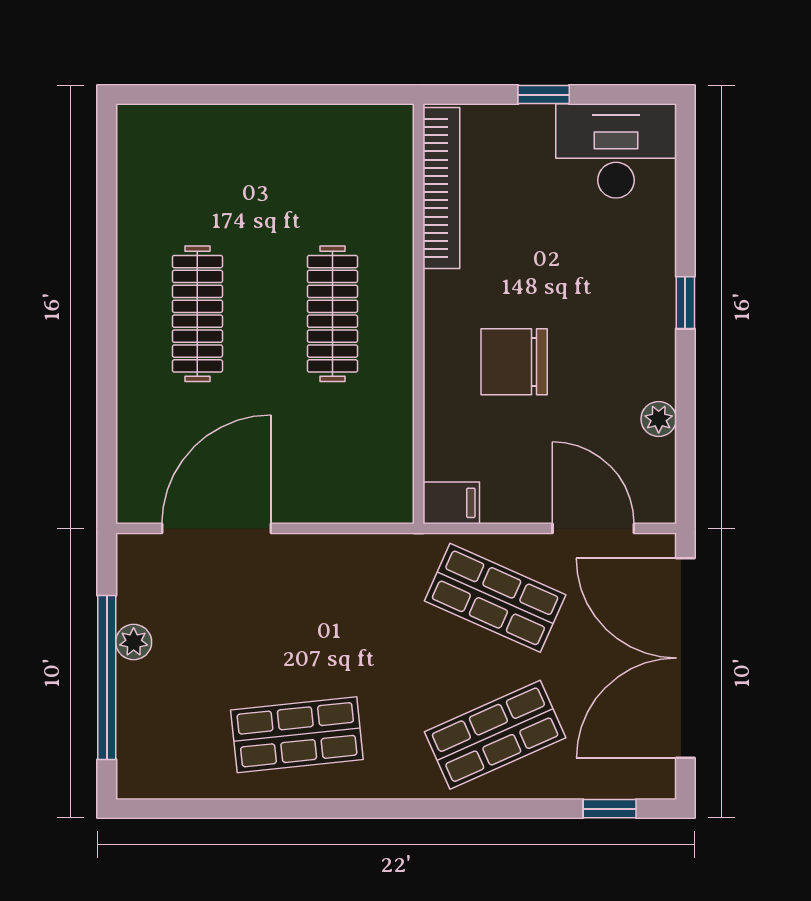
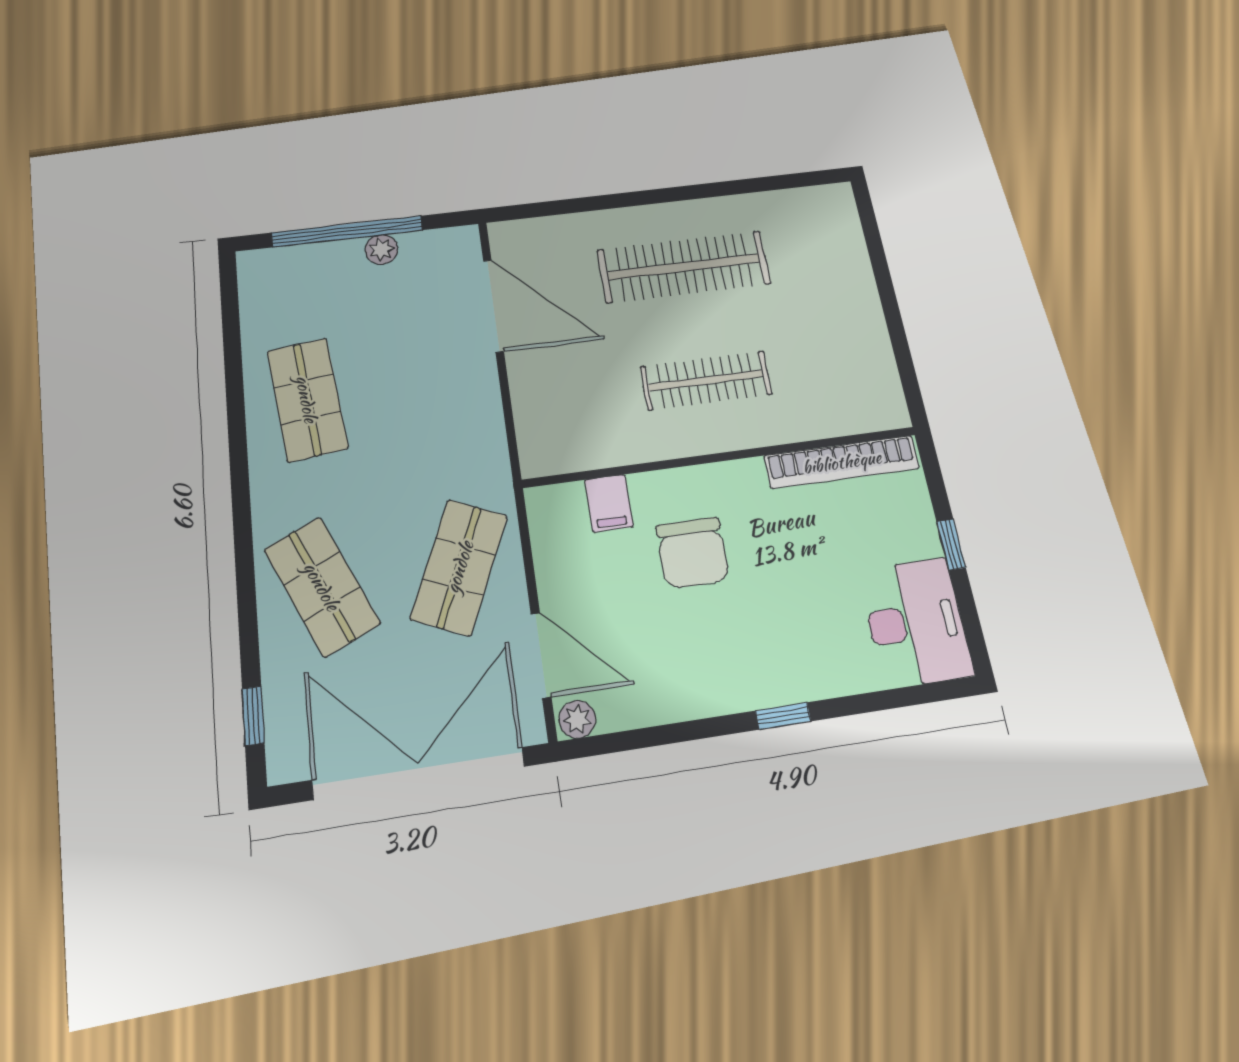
clothes rail: (197, 314) -> (684, 267), width x1.37, depth x1.31
chair: (514, 362) -> (692, 553), turned 180
plant: (659, 419) -> (577, 719), moved
filing cabinet: (451, 503) -> (609, 503), moved
door: (593, 528) -> (541, 655), hinge flipped

